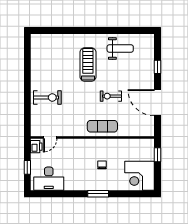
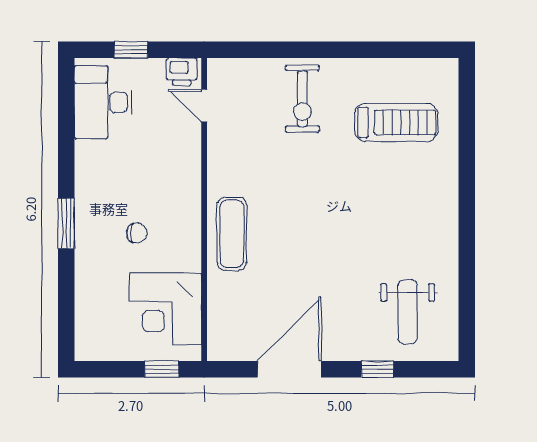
weight bench: (120, 48) -> (408, 312), moved
treadmill: (88, 64) -> (396, 122), moved
exercise bike: (111, 96) -> (306, 255), removed
corner desk: (140, 176) -> (166, 309), moved, turned -90

